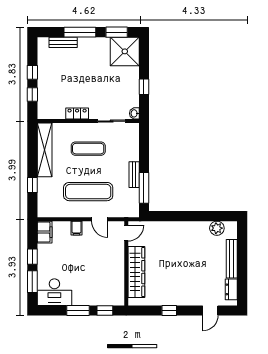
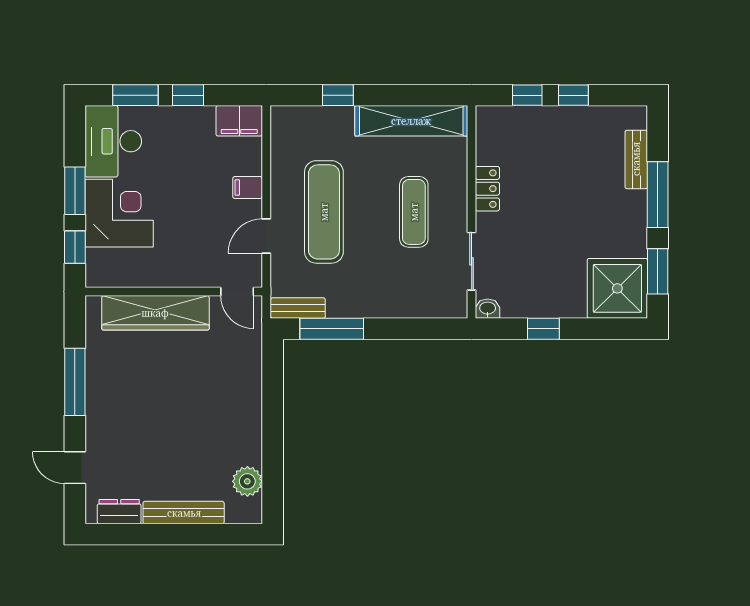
bench: (134, 175) -> (298, 308), moved
corner desk: (89, 289) -> (119, 213), added
window: (169, 311) -> (75, 382), width x2.17

